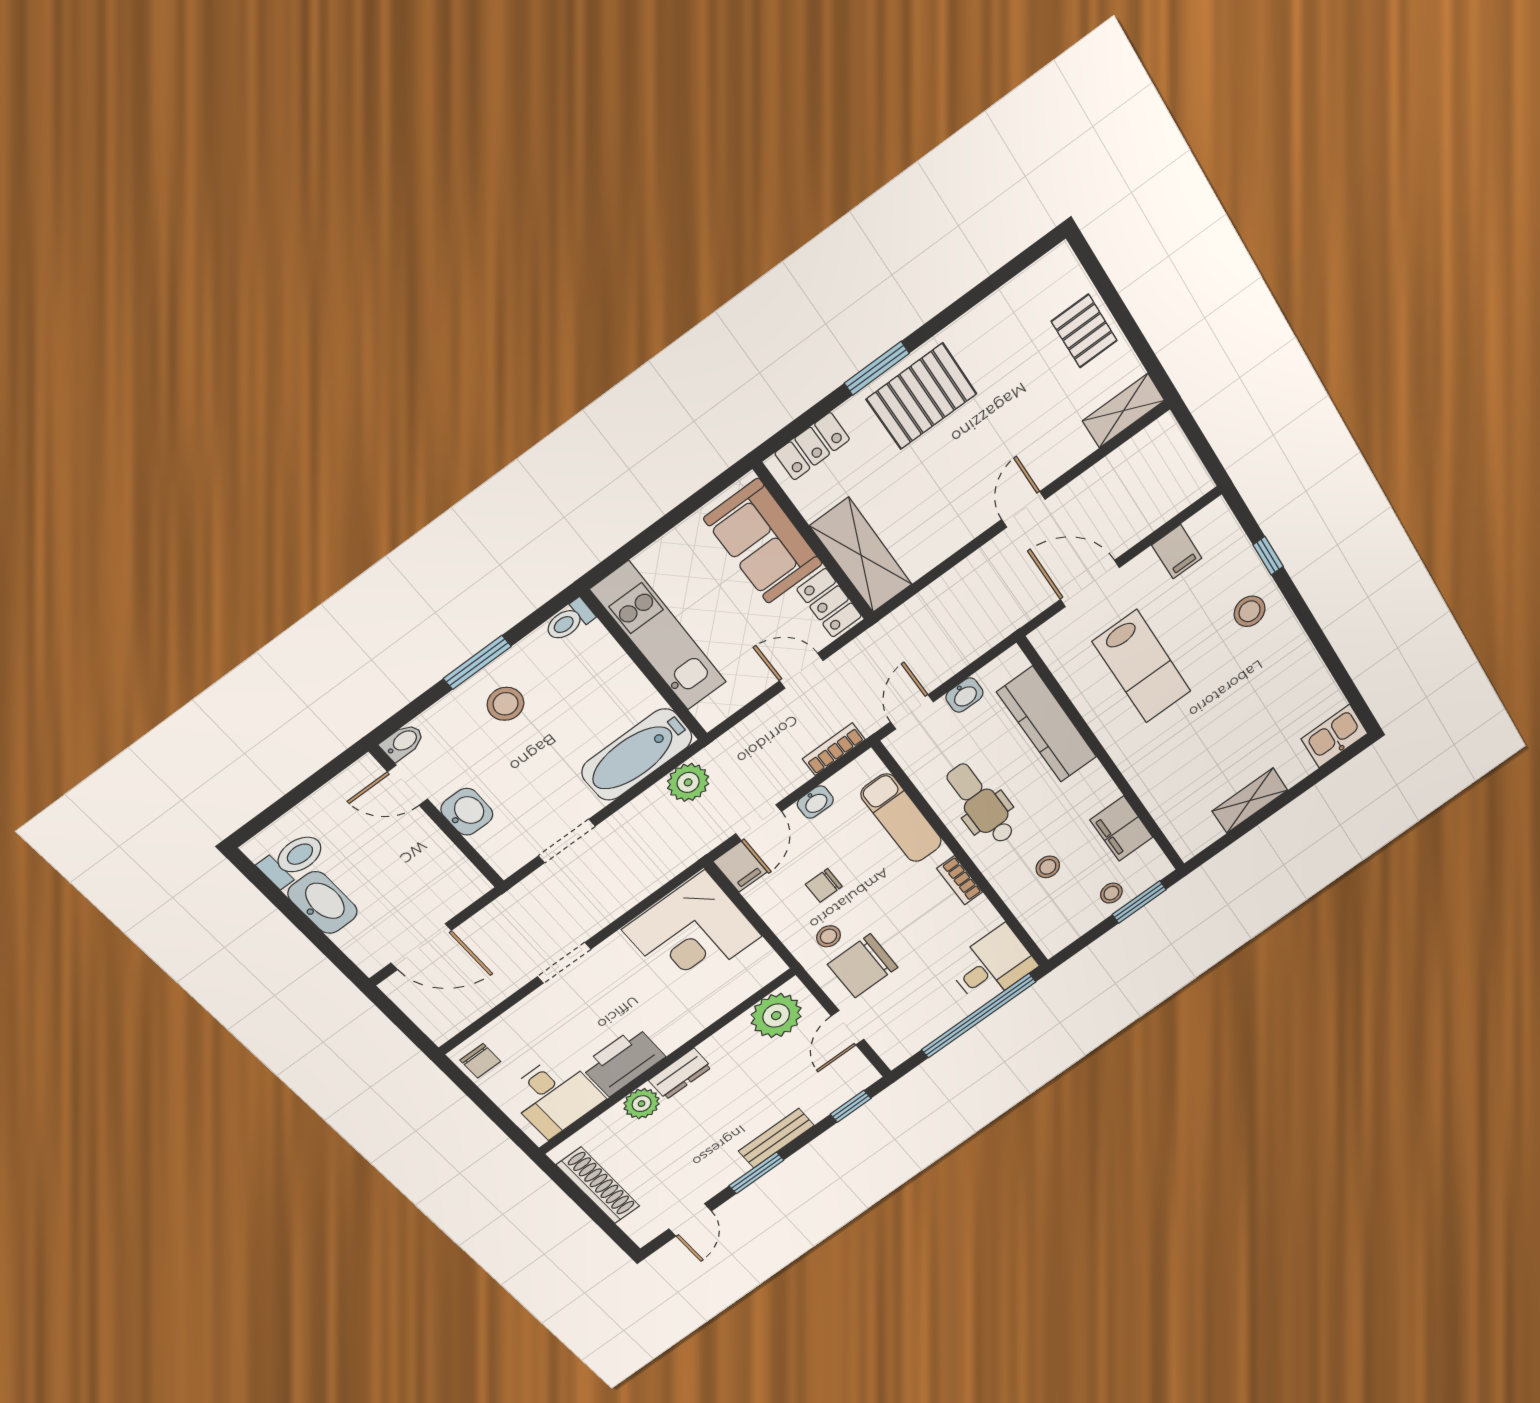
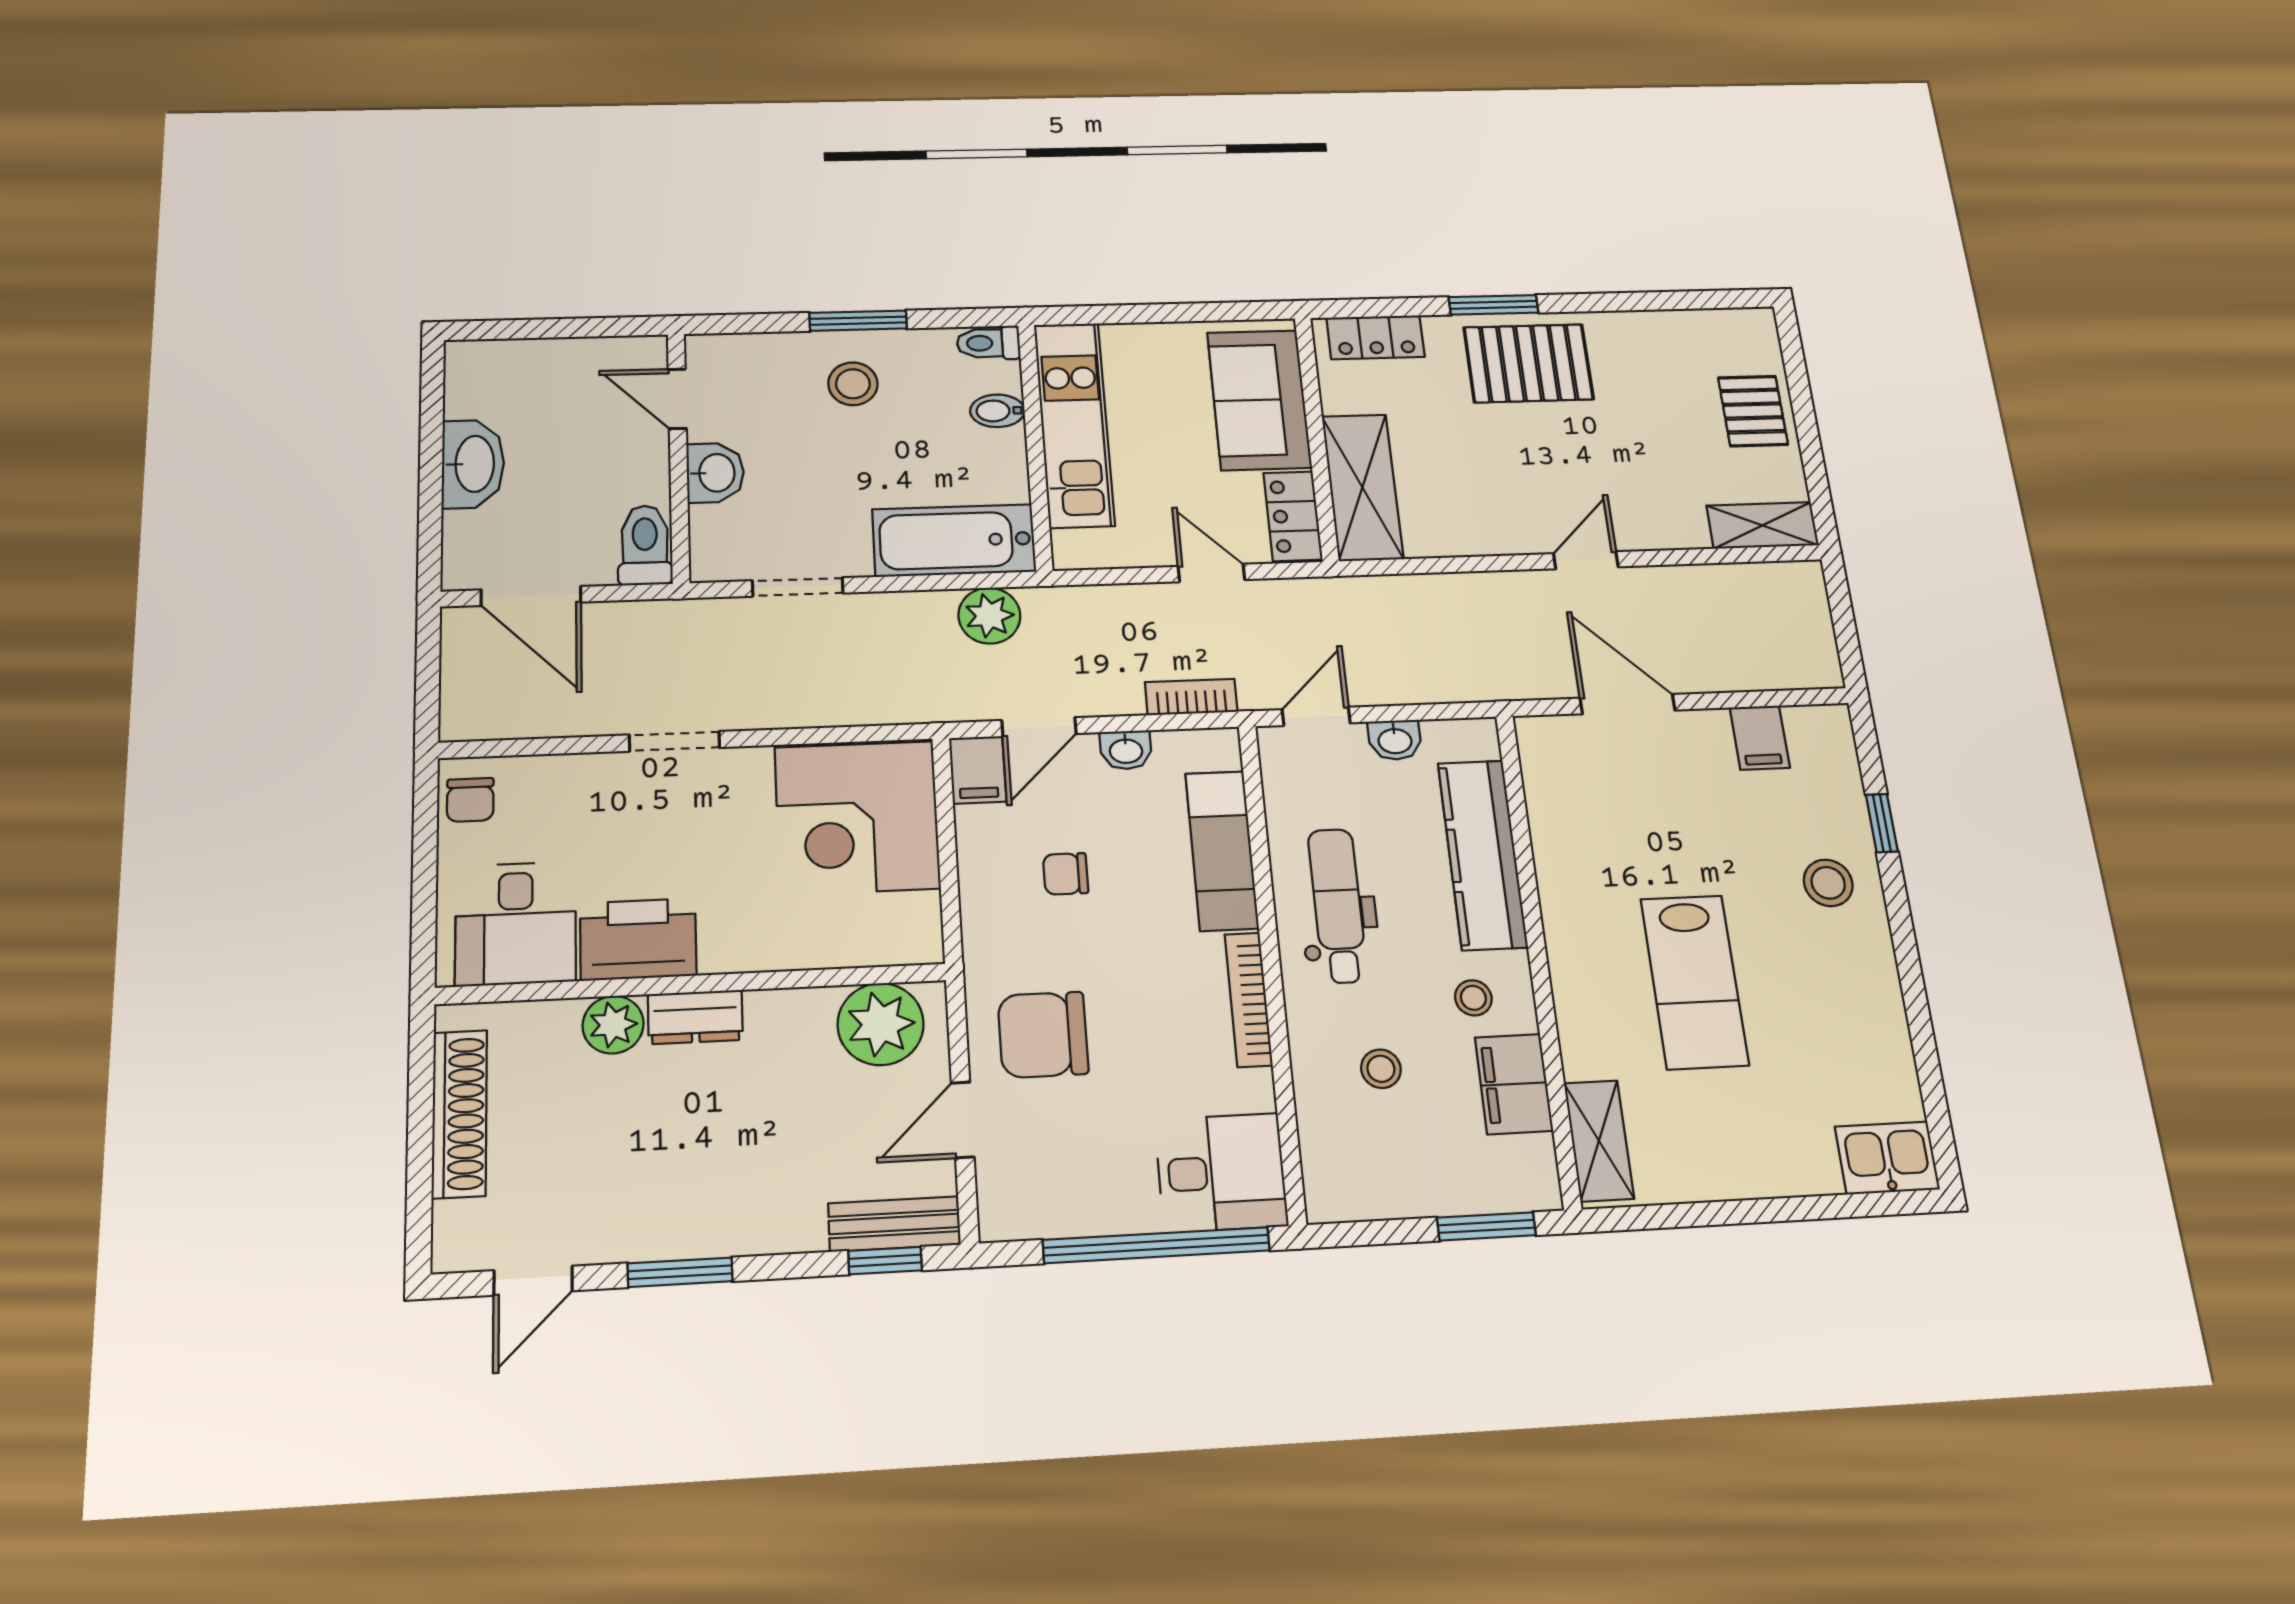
lab bench: (1142, 666) -> (1694, 982), moved
bidet: (403, 742) -> (997, 411), moved, turned 180
shelving: (1250, 801) -> (1599, 1141), moved, turned 90
toilet: (293, 859) -> (645, 545), moved, turned -90
bookcase: (960, 880) -> (1249, 999), width x1.56
stool: (1111, 893) -> (1473, 998), moved
stool: (829, 936) -> (1026, 954), removed
bench: (776, 1138) -> (894, 1224), moved

